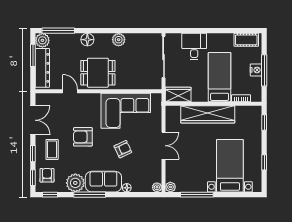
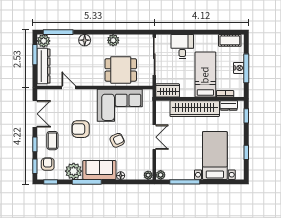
dining table: (98, 73) -> (121, 70), moved
dresser: (245, 111) -> (229, 105), added

